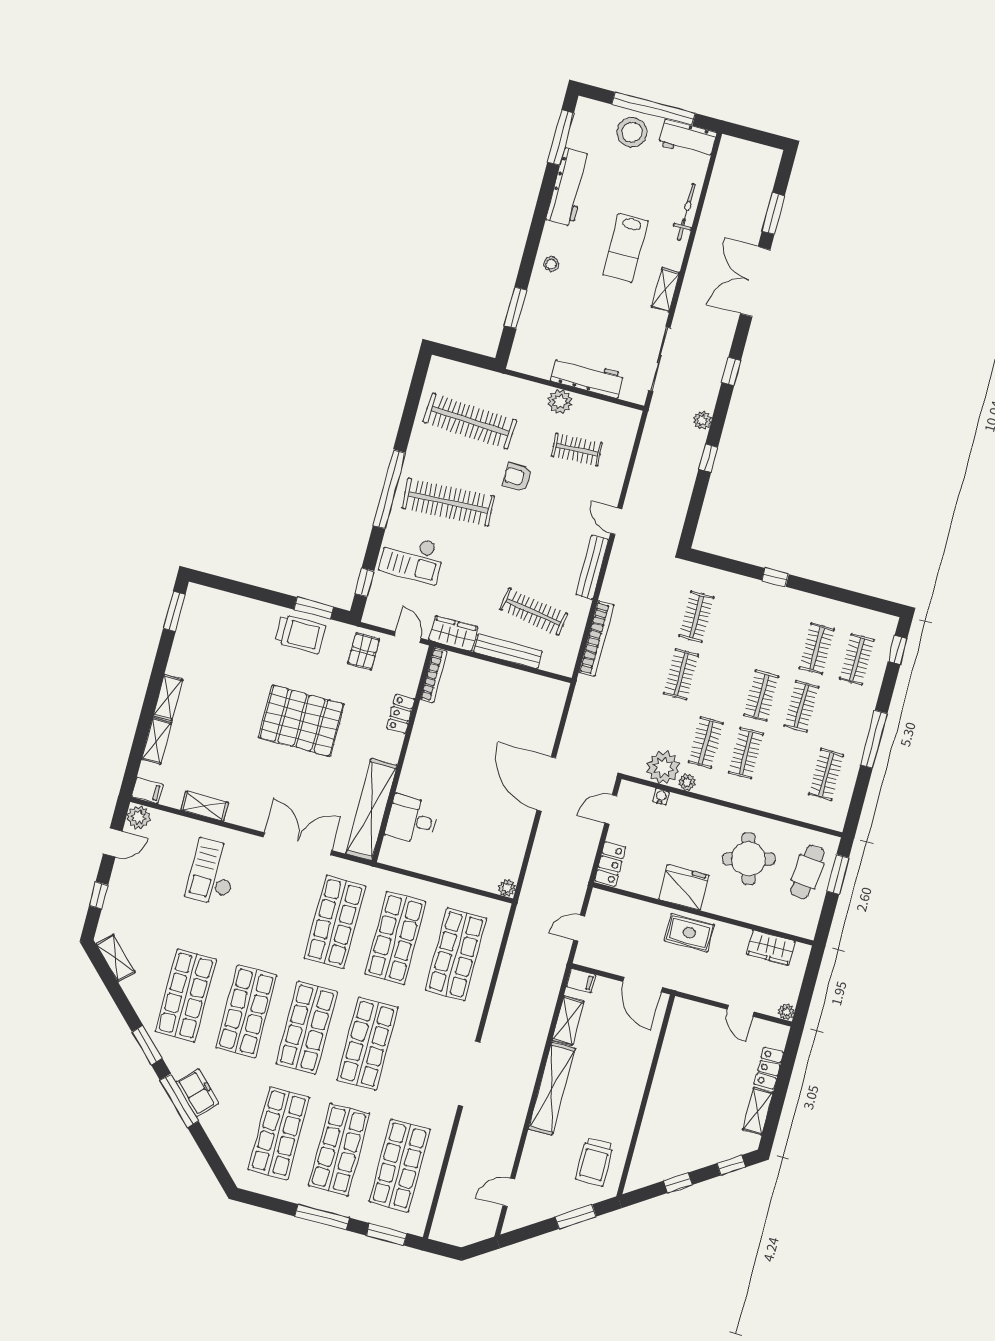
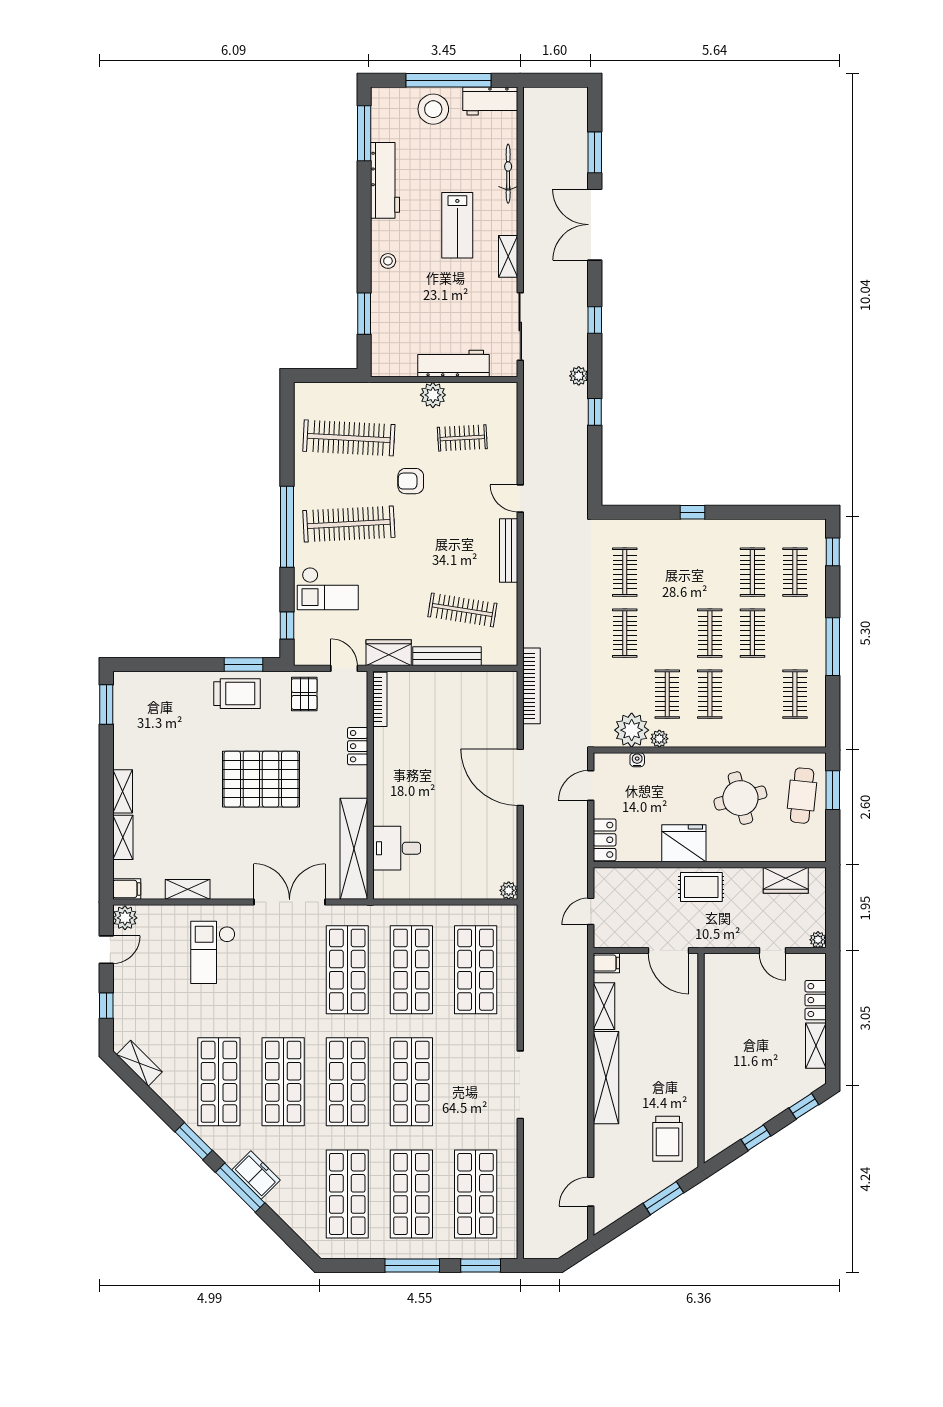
bookcase: (596, 639) -> (532, 686), moved

